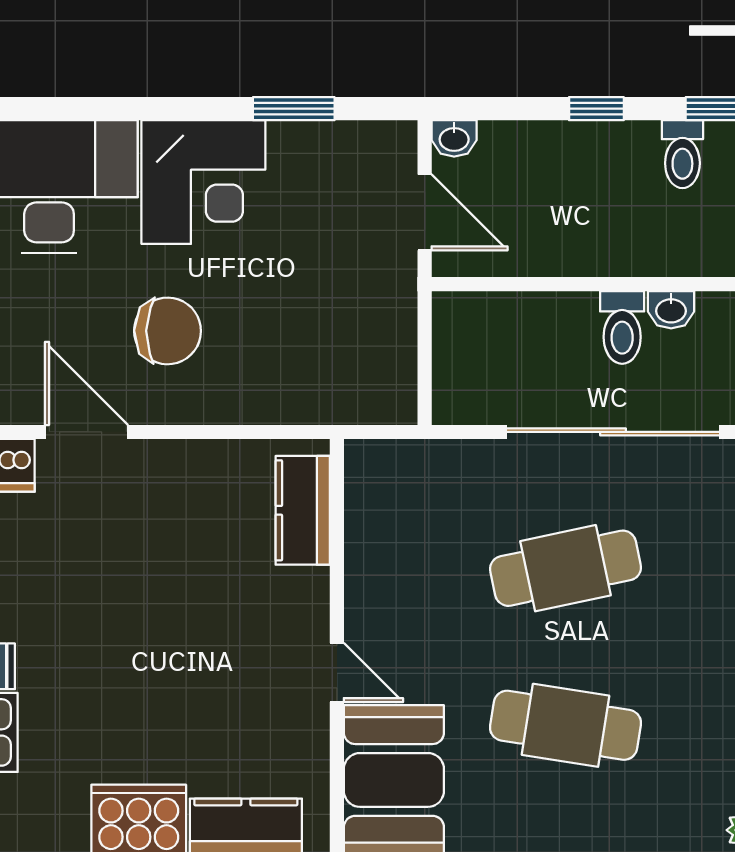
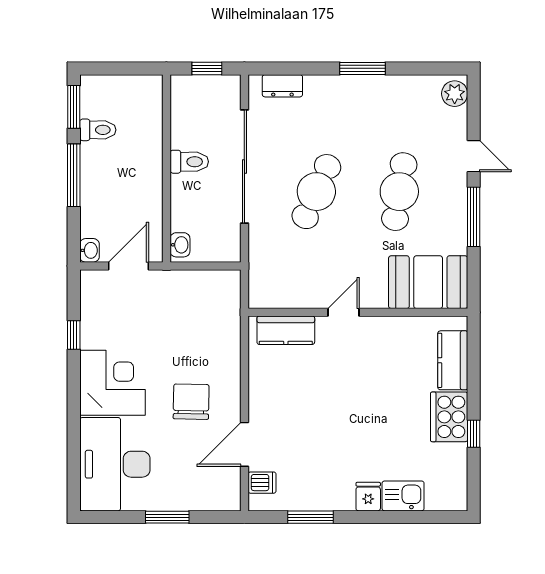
window: (294, 109) -> (74, 335), width x0.67
window: (596, 109) -> (74, 175), width x2.17
washbasin: (671, 310) -> (180, 245), moved
cafe table: (566, 568) -> (316, 192), turned 36
door: (337, 673) -> (344, 312), moved

